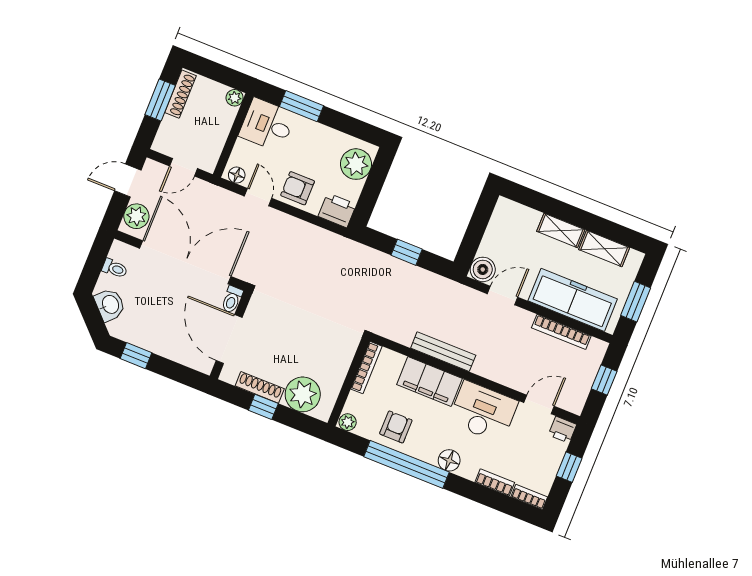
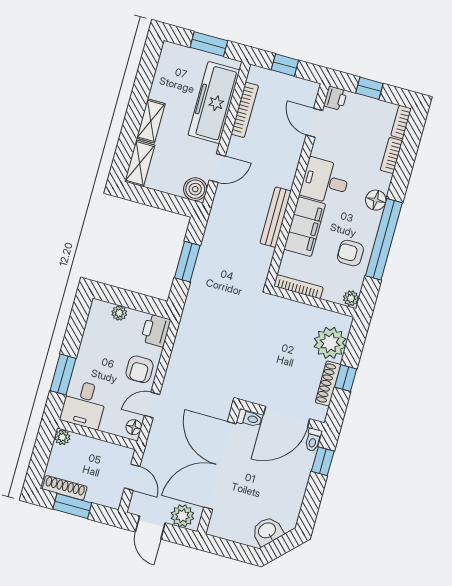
plant: (356, 164) -> (119, 313), width x0.53, depth x0.53
shelving: (604, 249) -> (140, 163), moved
window: (407, 252) -> (187, 262), width x1.50
toilet: (115, 268) -> (313, 440), moved, turned 180
door: (503, 295) -> (217, 168), swing flipped
window: (136, 356) -> (323, 461), moved
desk: (483, 412) -> (325, 181), width x0.73

